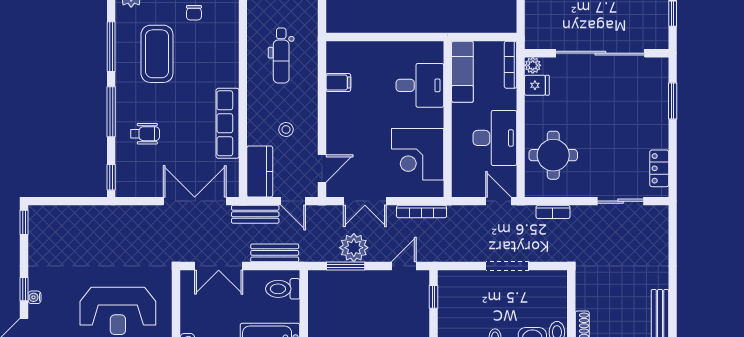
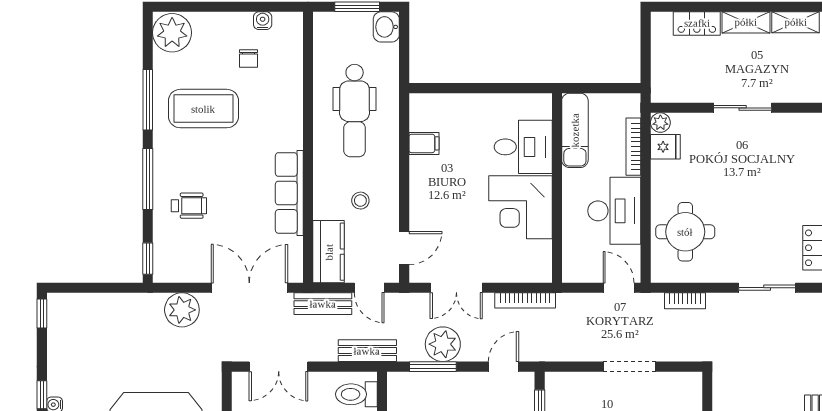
sliding door: (600, 53) -> (743, 108), width x0.54
coffee table: (157, 54) -> (203, 109), turned 90
dental chair: (281, 55) -> (355, 111), width x1.36, depth x1.38
bookcase: (511, 65) -> (633, 147), moved
corner desk: (418, 154) -> (520, 207), moved
plant: (139, 219) -> (182, 310), added
bench: (275, 253) -> (367, 351), moved

